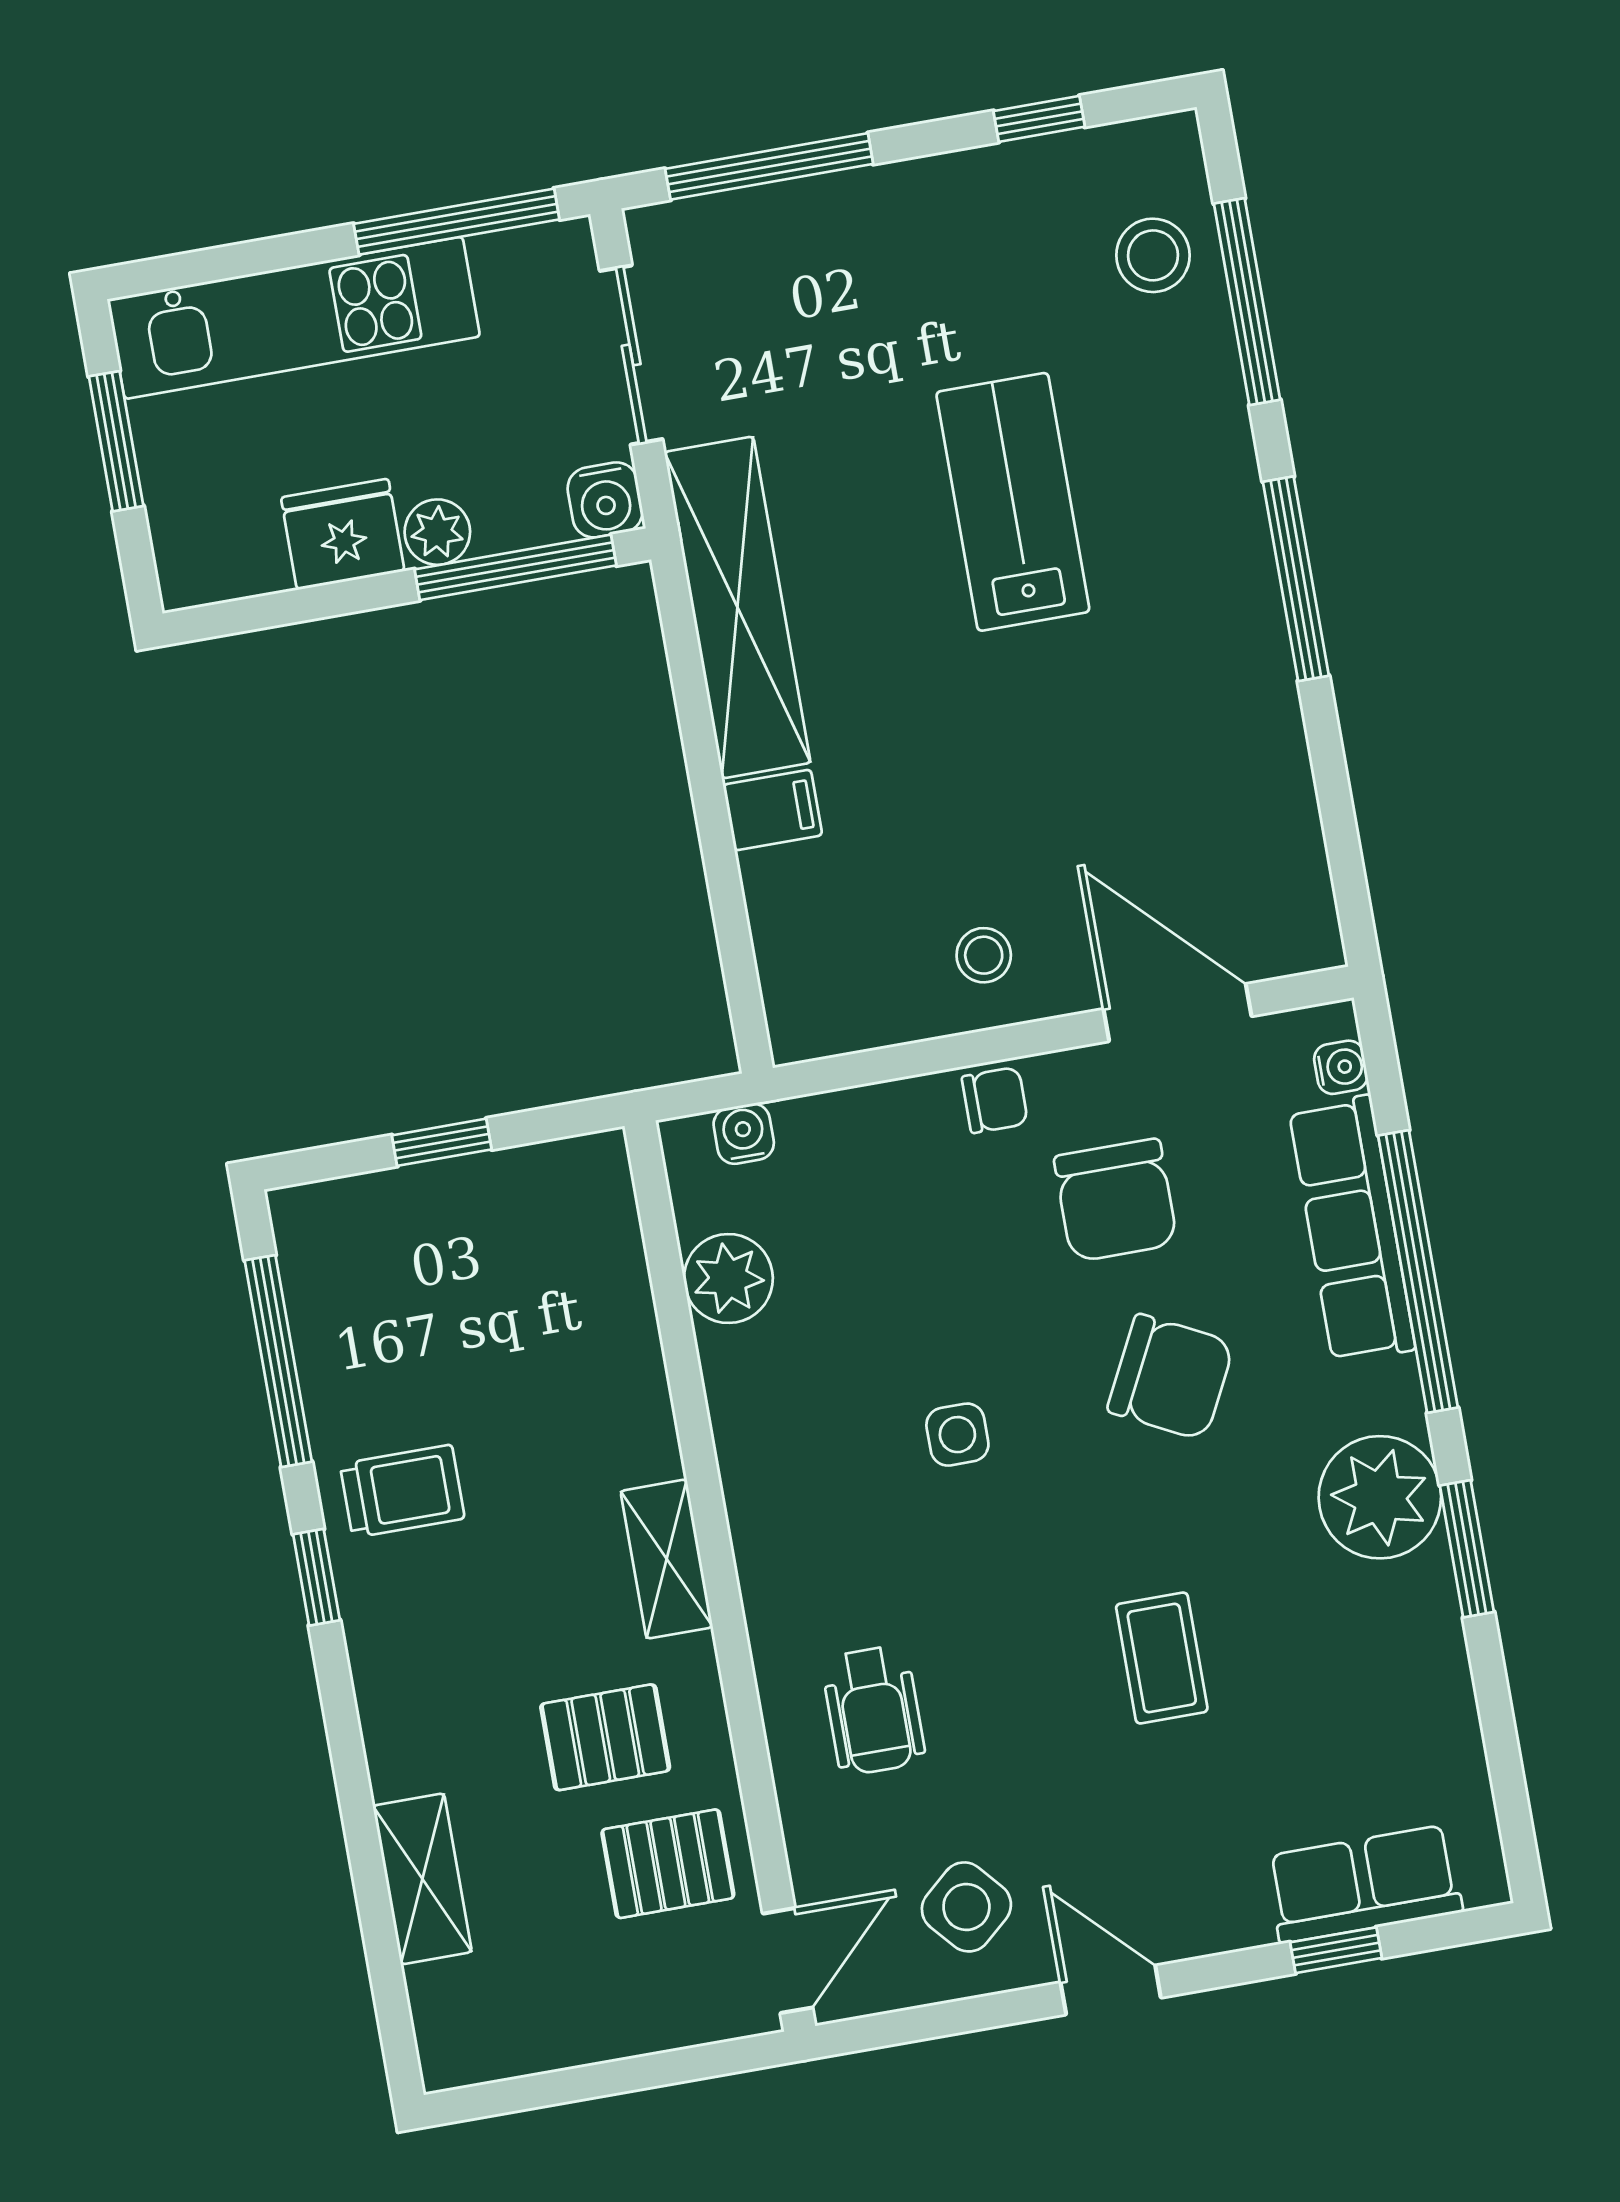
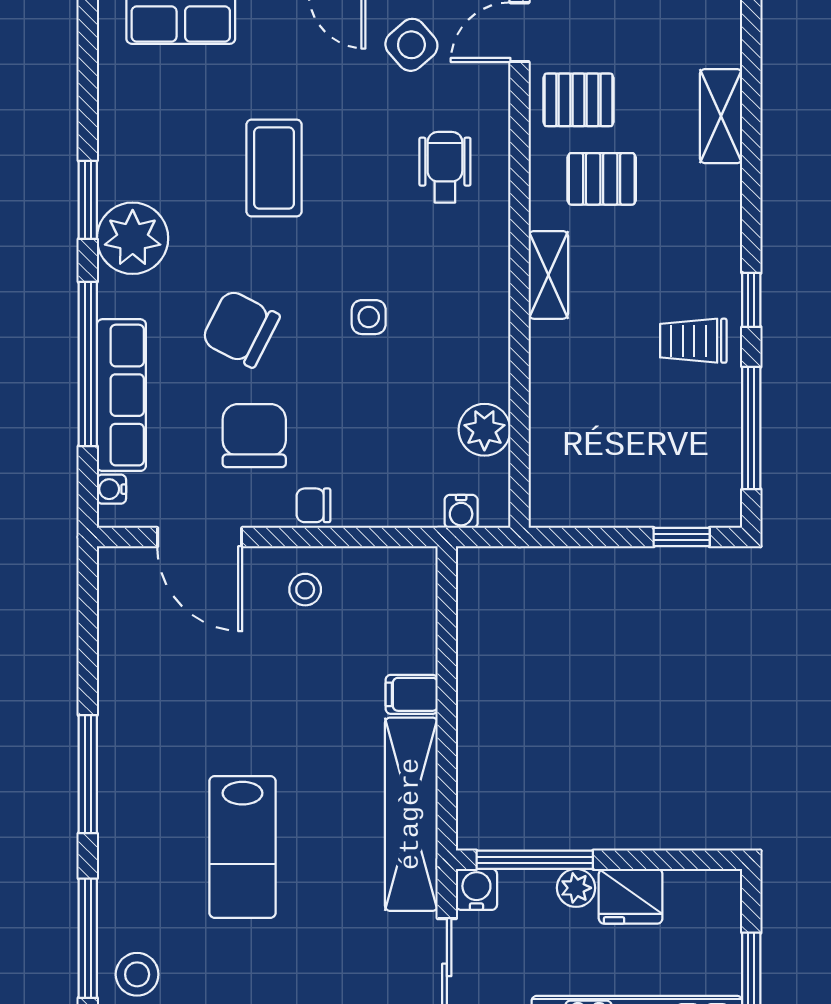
window: (442, 1142) -> (682, 537), moved
coffee table: (1162, 1658) -> (274, 168), width x1.36, depth x1.30

